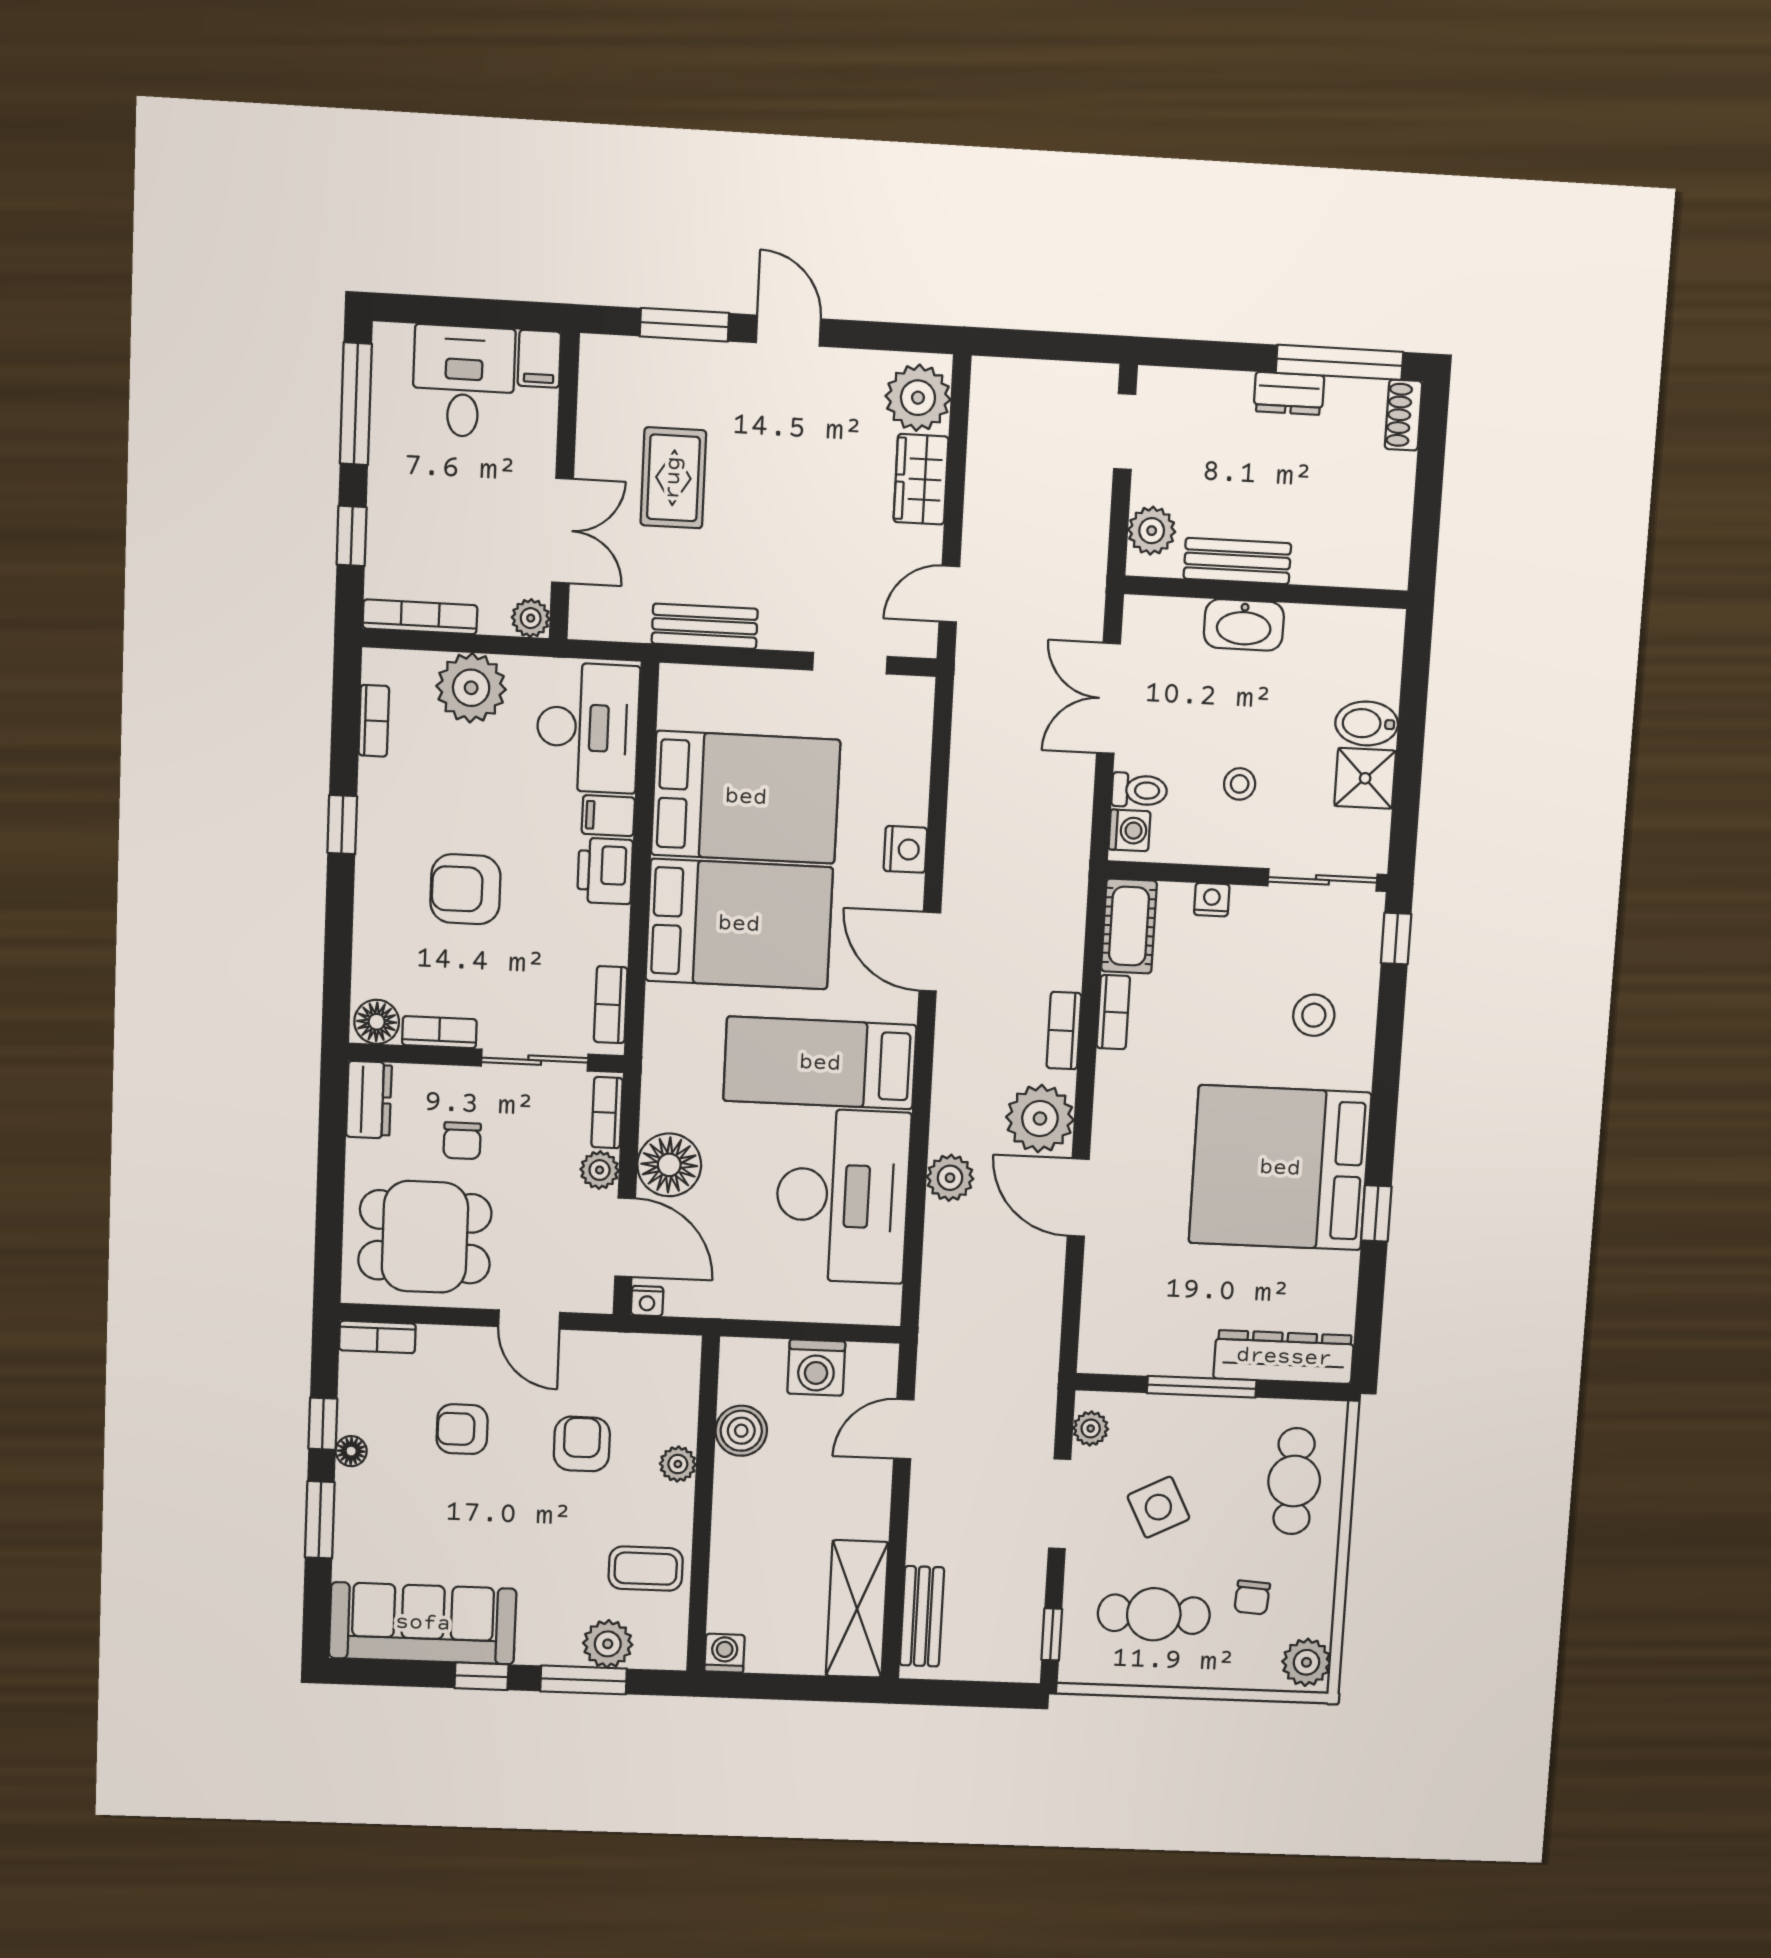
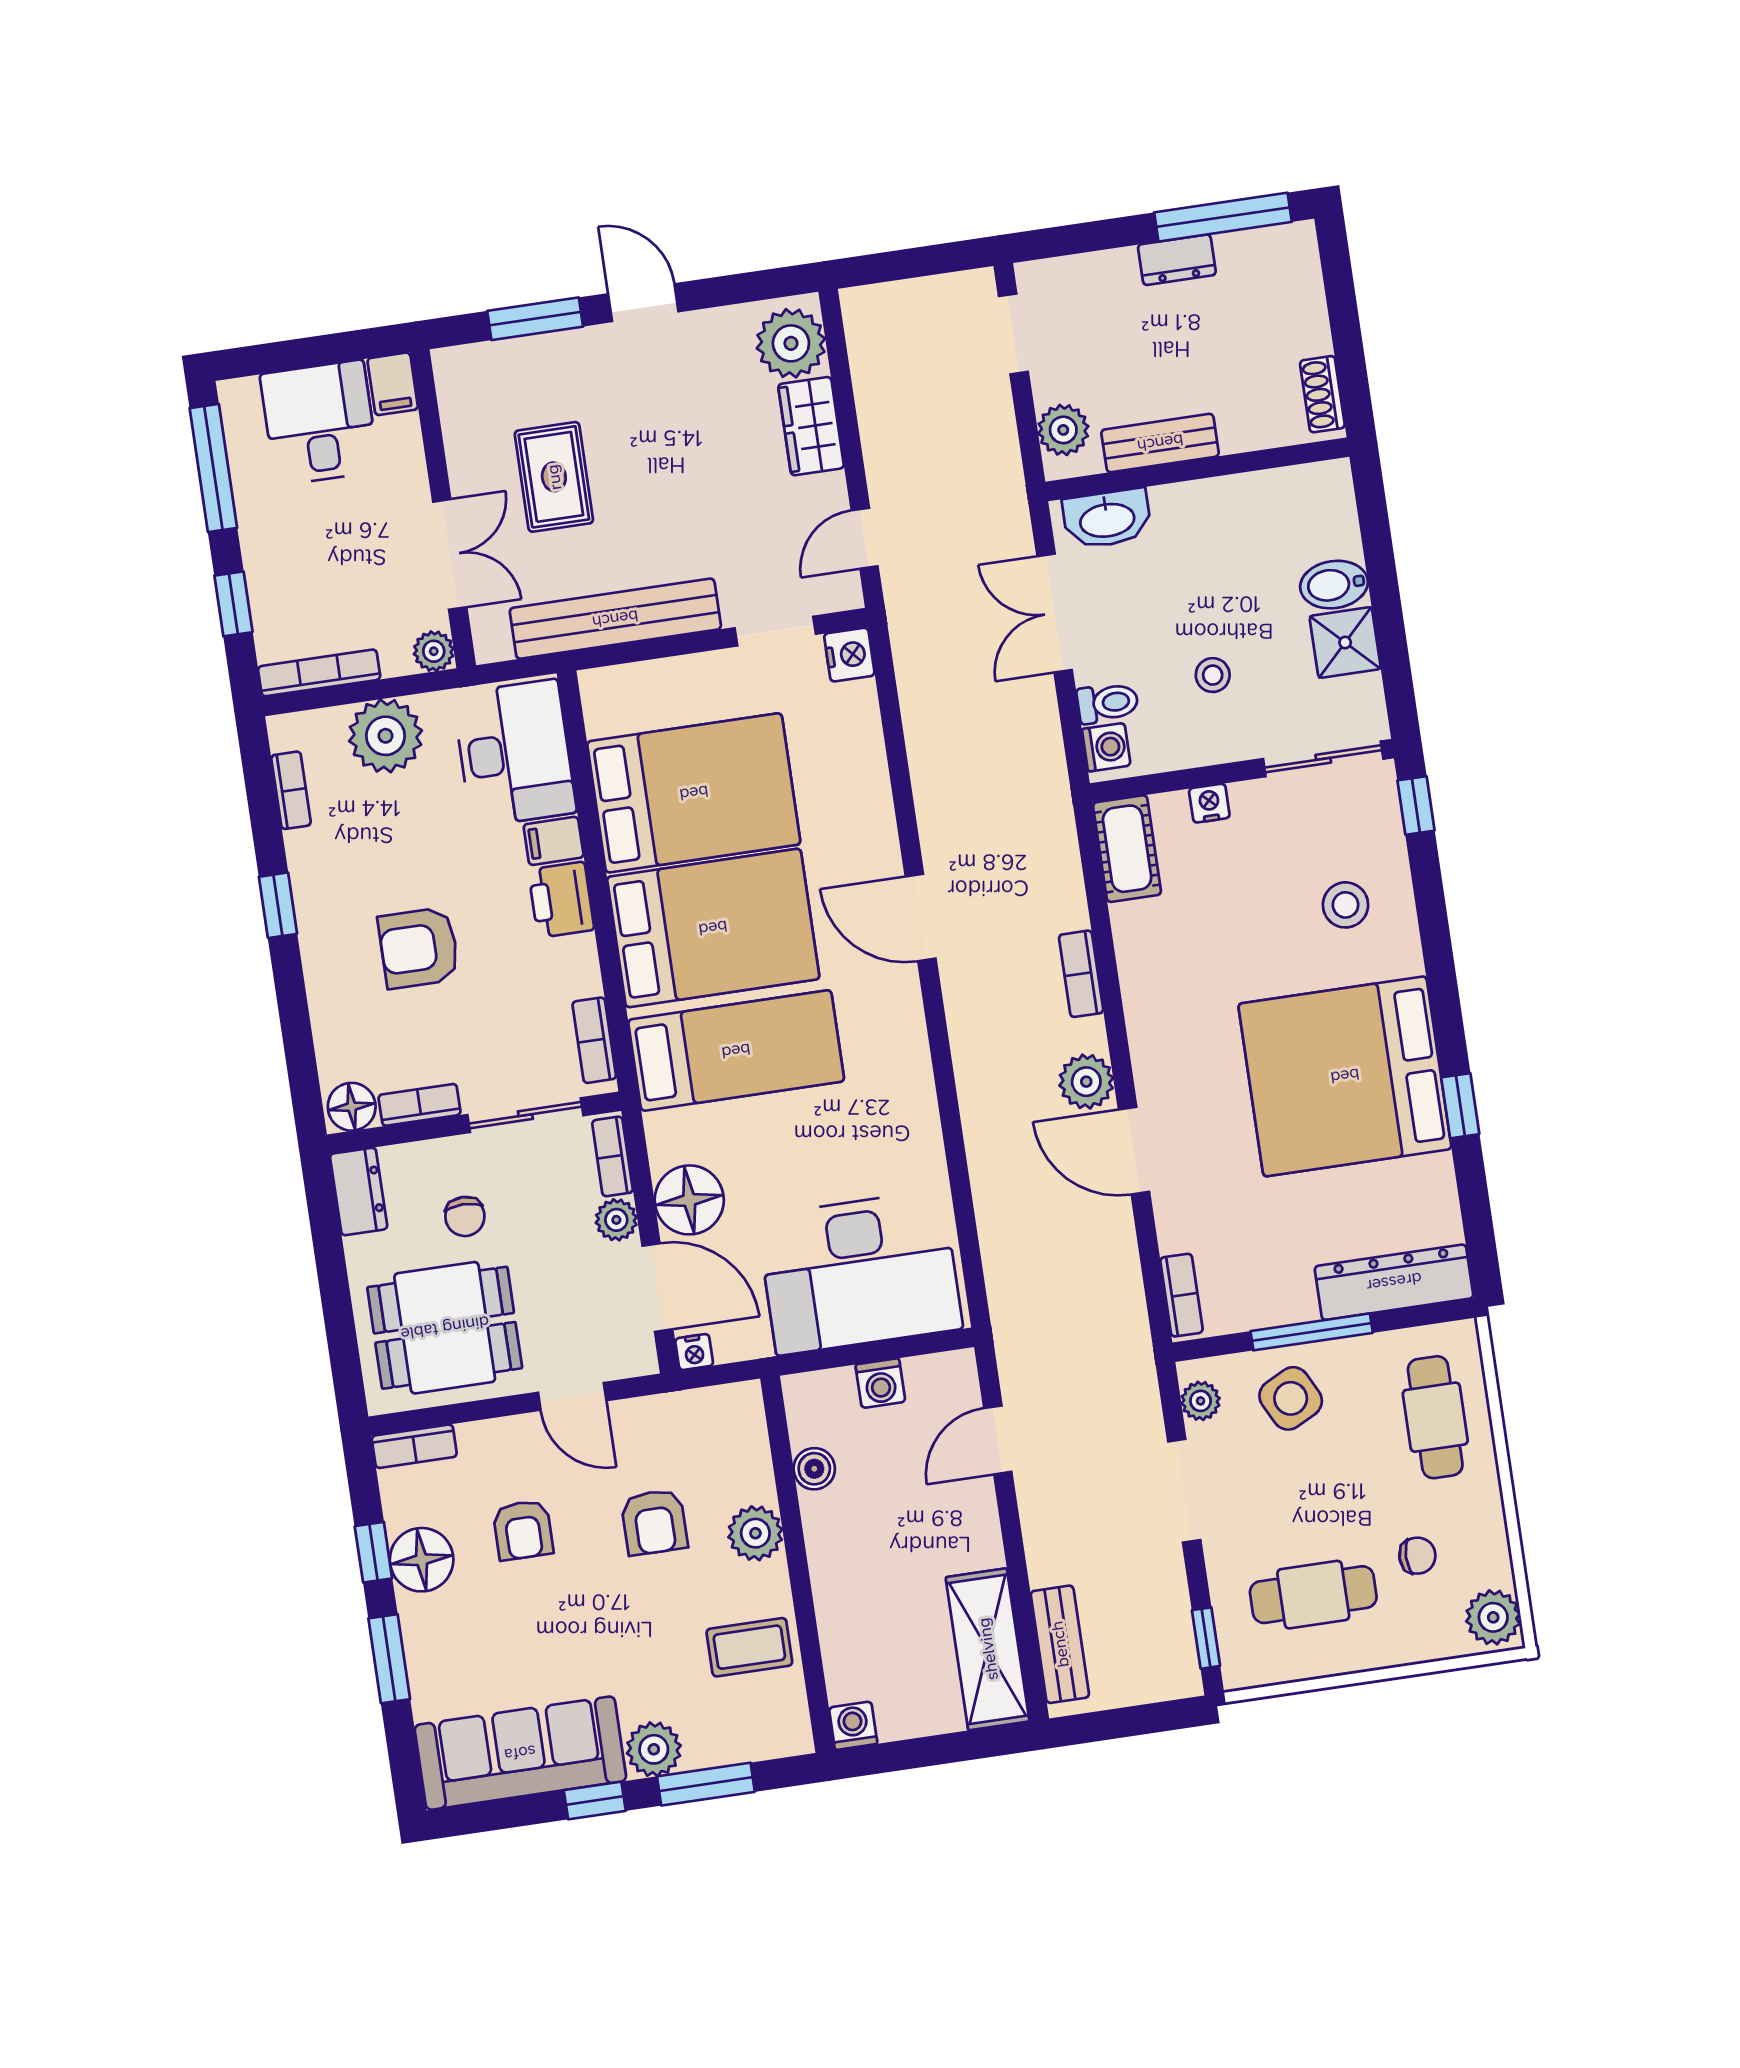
shoe rack: (1404, 415) -> (1322, 394), moved
washbasin: (1244, 625) -> (1107, 519), moved
bench: (705, 626) -> (615, 619), width x1.86, depth x1.21
nightstand: (905, 849) -> (849, 655), moved
bookcase: (1113, 1012) -> (1181, 1295), moved
bed: (820, 1063) -> (736, 1051), moved, turned 180
plant: (1040, 1119) -> (1086, 1082), width x0.73, depth x0.73
plant: (950, 1178) -> (992, 1156), removed
desk: (842, 1196) -> (860, 1272), moved, turned 90
washing machine: (816, 1368) -> (880, 1383), width x0.73, depth x0.73
armchair: (462, 1429) -> (523, 1530), turned -90
boiler: (741, 1431) -> (814, 1469), width x0.73, depth x0.73
armchair: (582, 1444) -> (654, 1522), turned 180
floor lamp: (351, 1451) -> (422, 1560), width x1.89, depth x1.89
plant: (678, 1464) -> (755, 1533), width x1.38, depth x1.38
side table: (1158, 1507) -> (1291, 1398), moved
chair: (1252, 1597) -> (1417, 1556), turned -94
plant: (608, 1644) -> (654, 1749), moved

